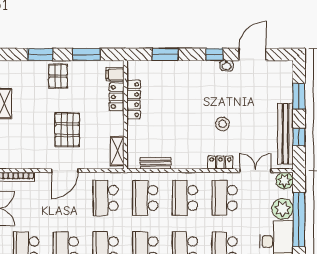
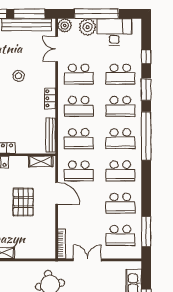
pallet: (67, 130) -> (23, 202), turned 90
window: (299, 137) -> (29, 14), width x2.17
bench: (155, 163) -> (51, 135), width x1.36
locker: (220, 163) -> (50, 98), moved
door: (65, 171) -> (57, 193), moved

